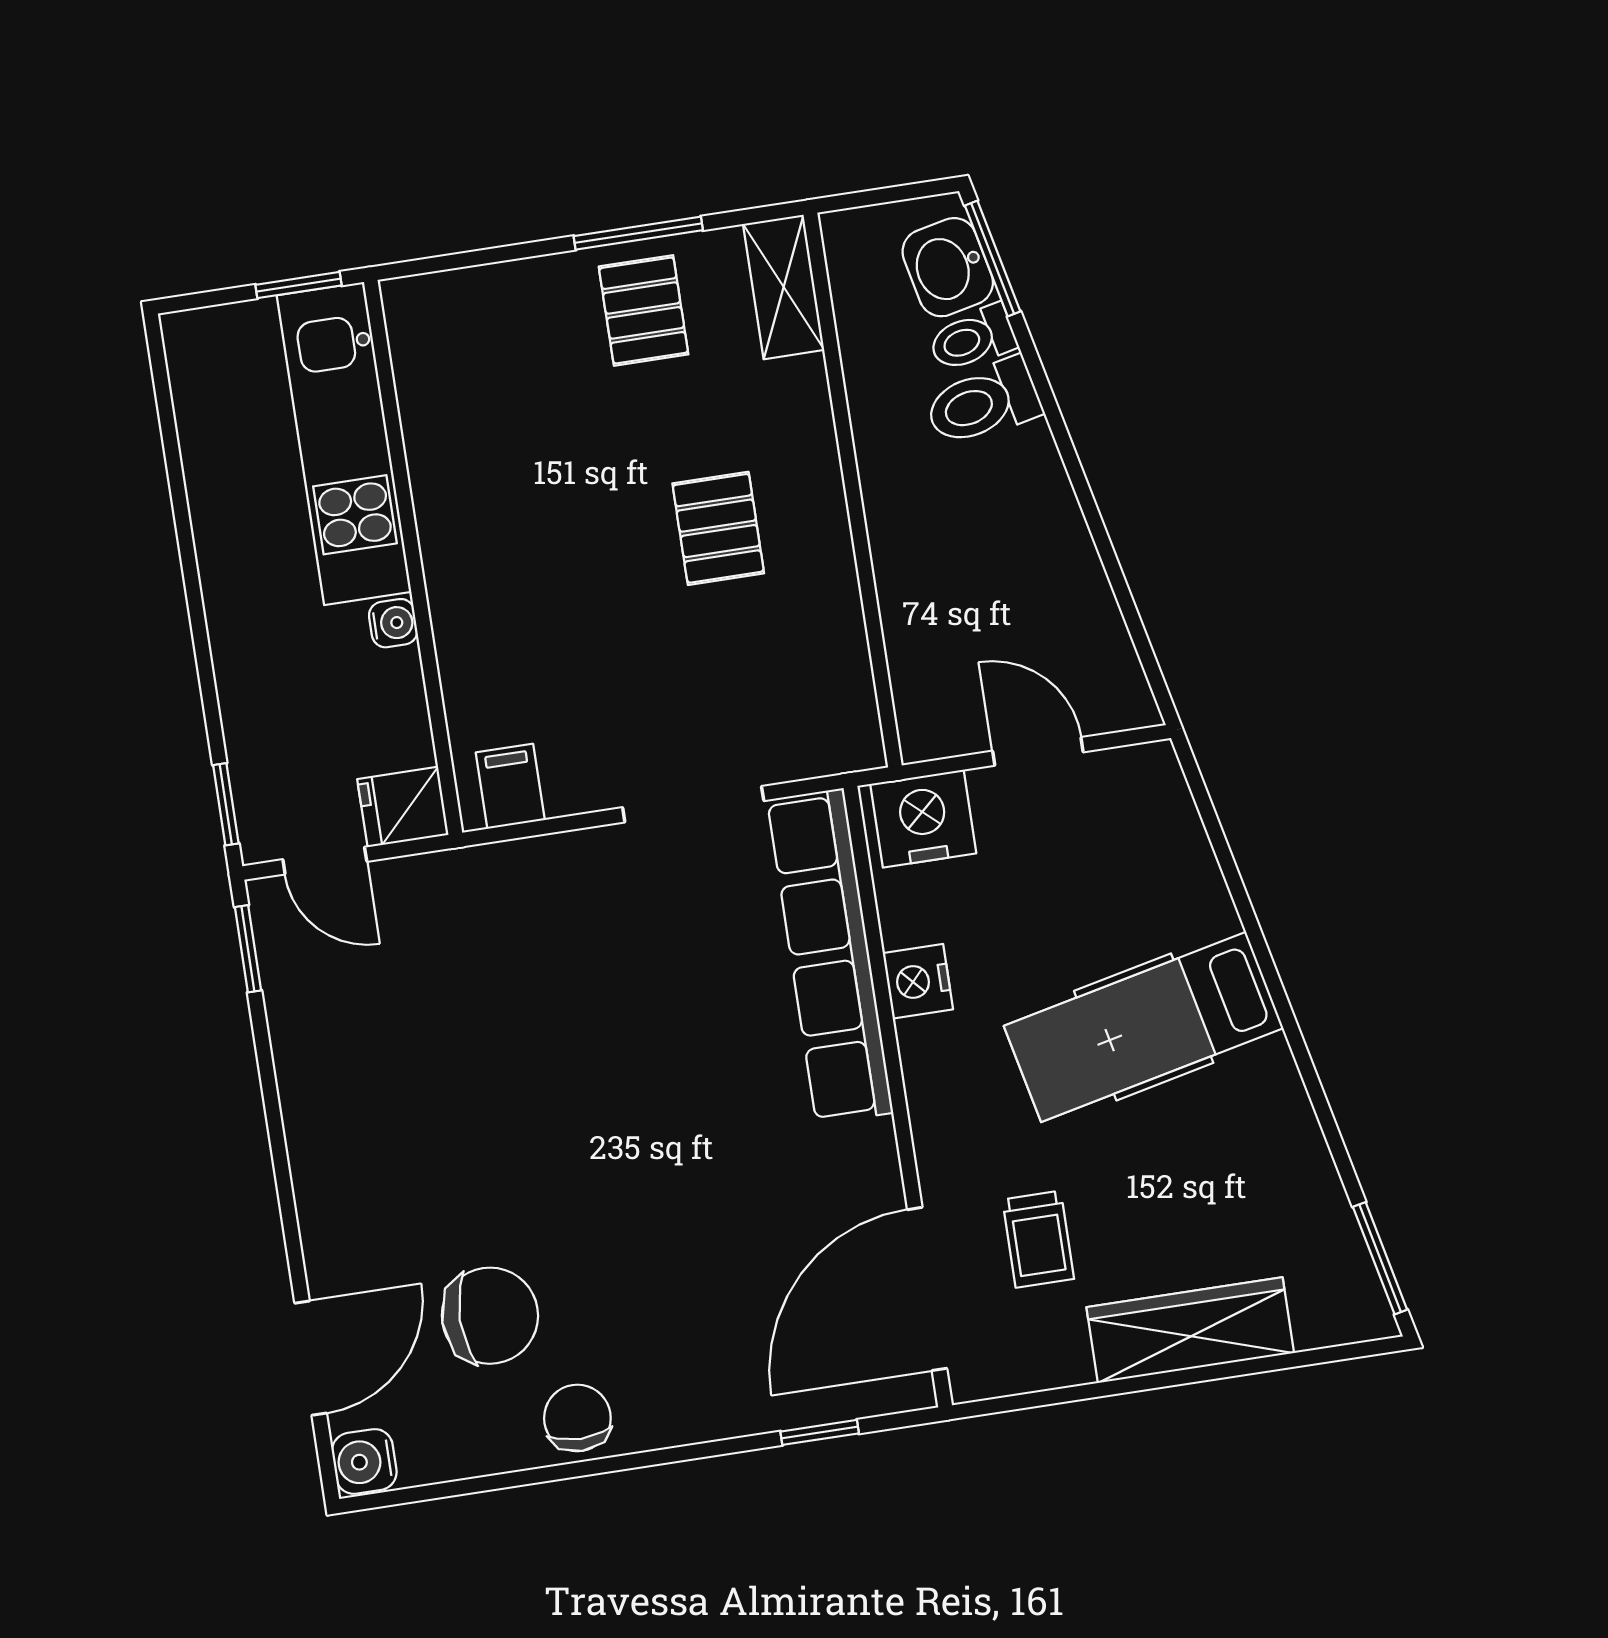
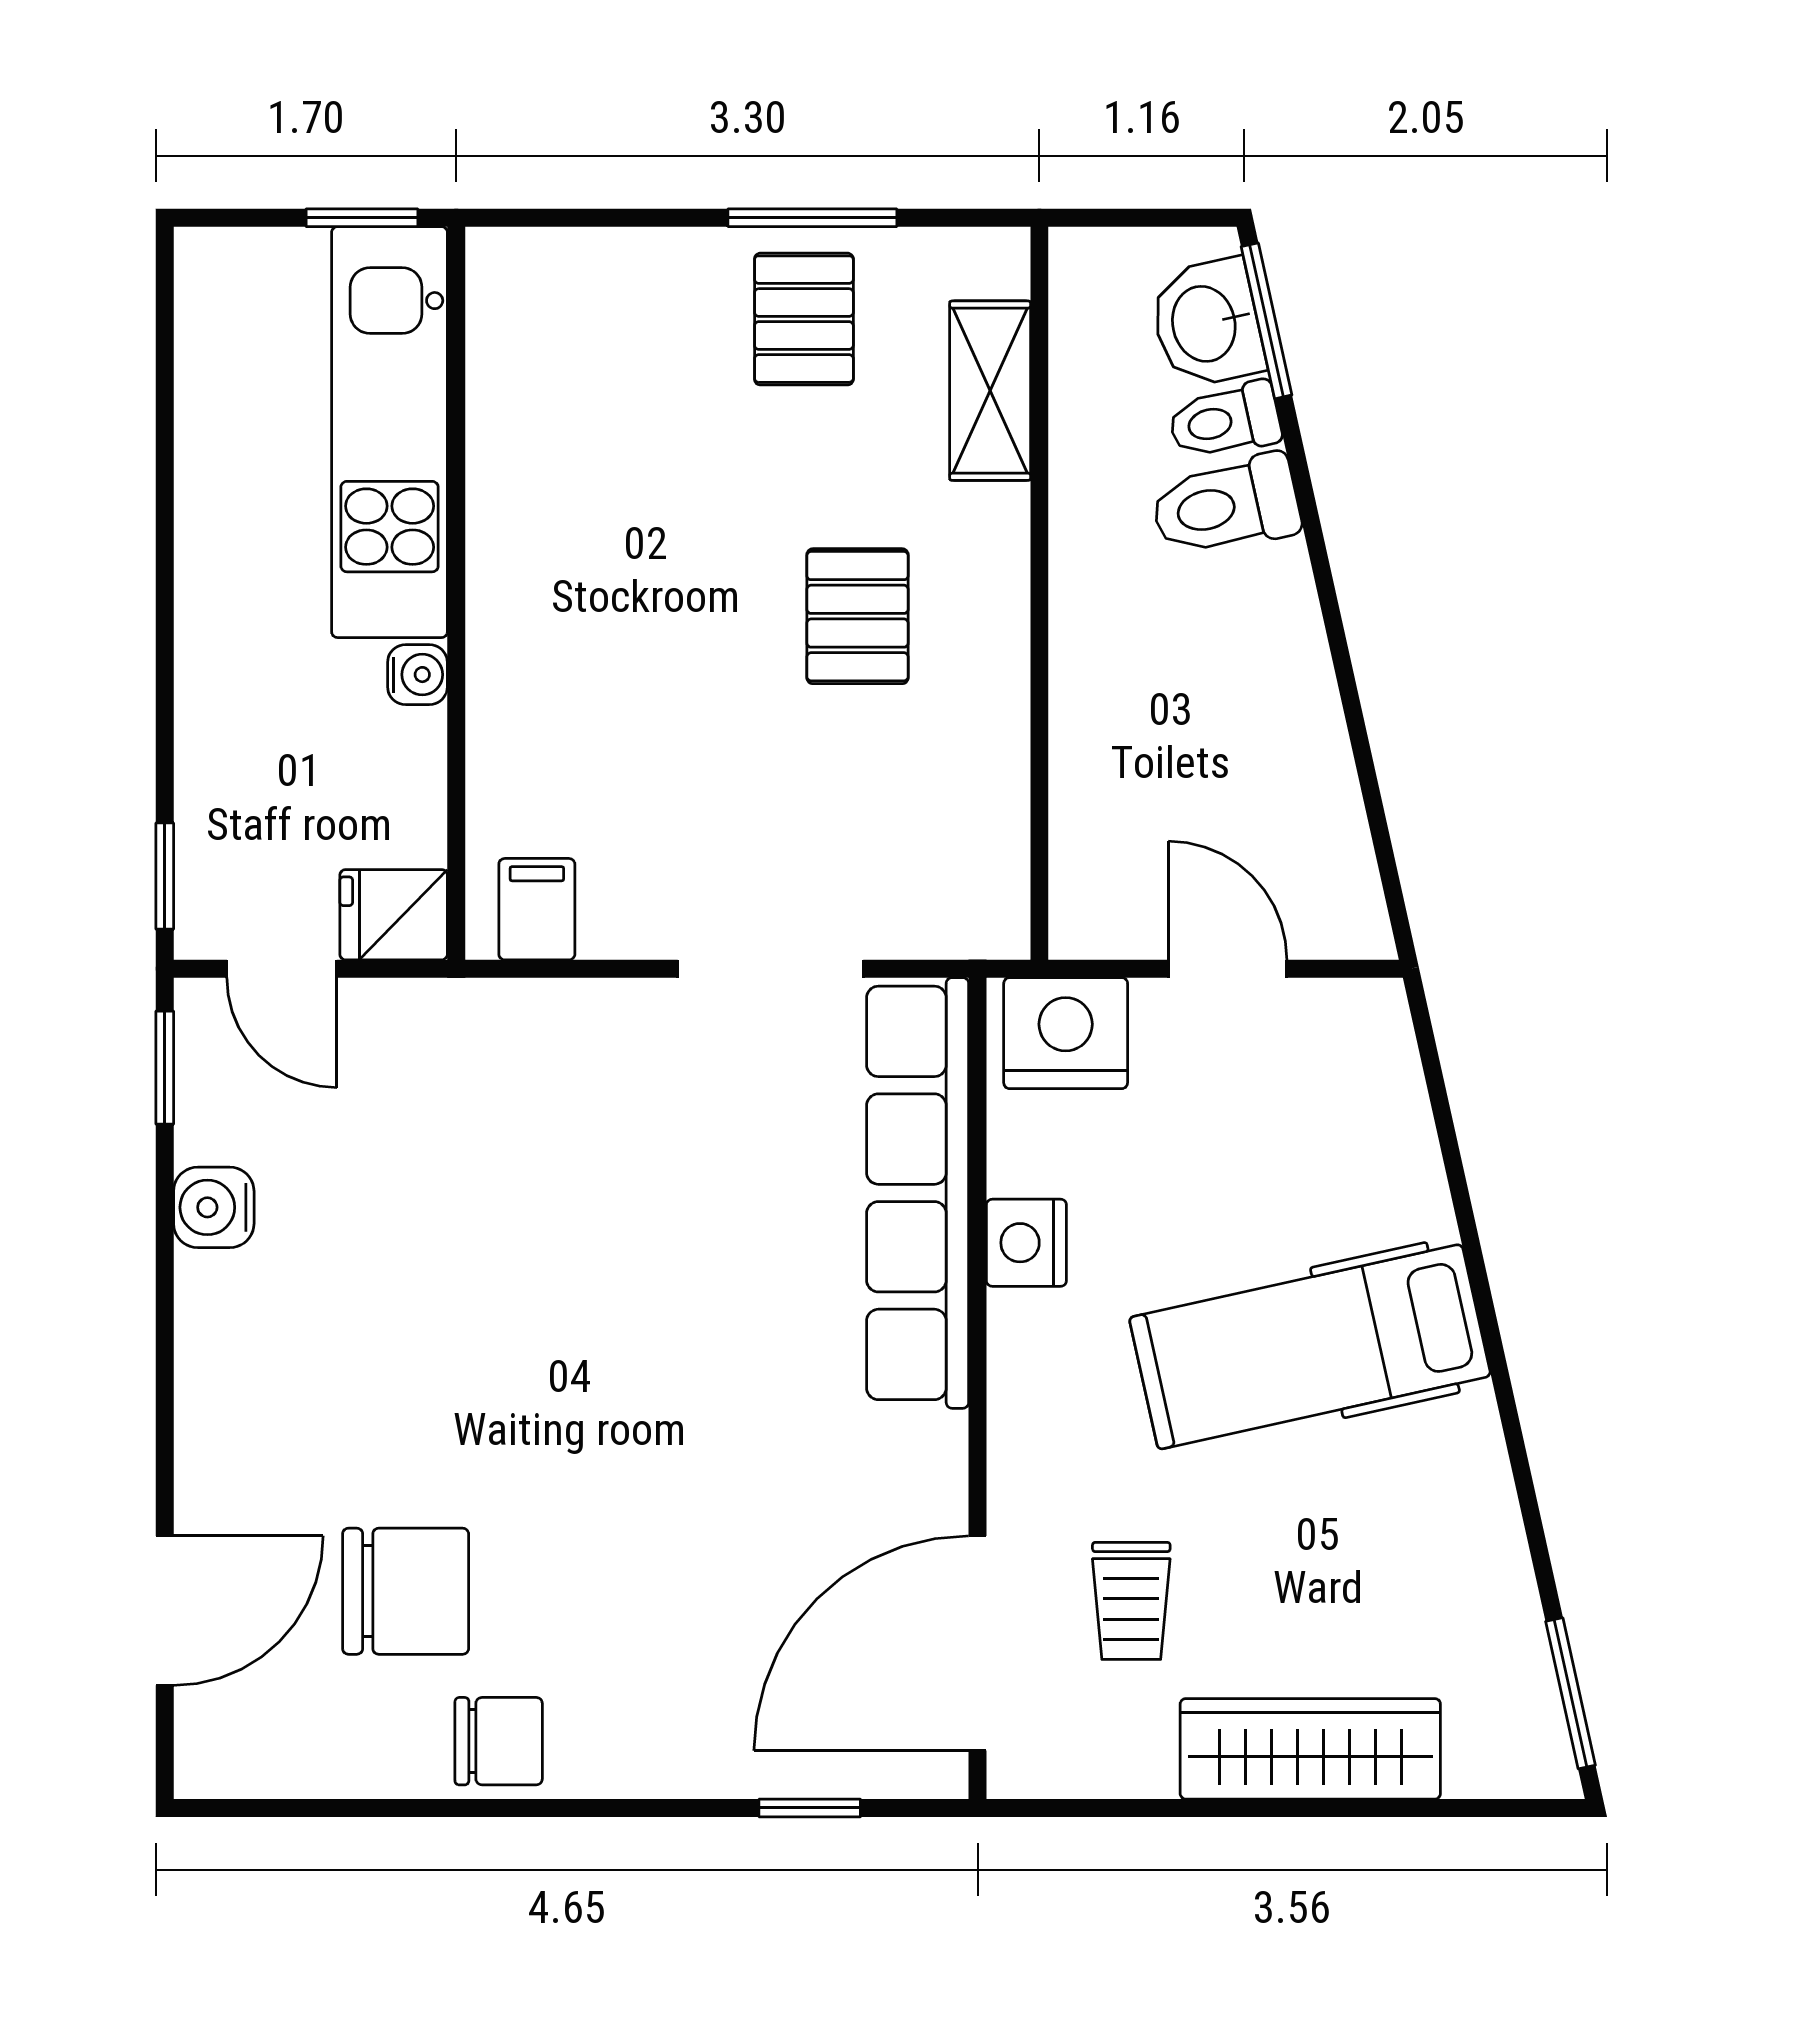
shelving: (784, 287) -> (990, 391), moved
chair: (577, 1418) -> (499, 1741), turned 90
water cooler: (364, 1461) -> (214, 1207), moved

